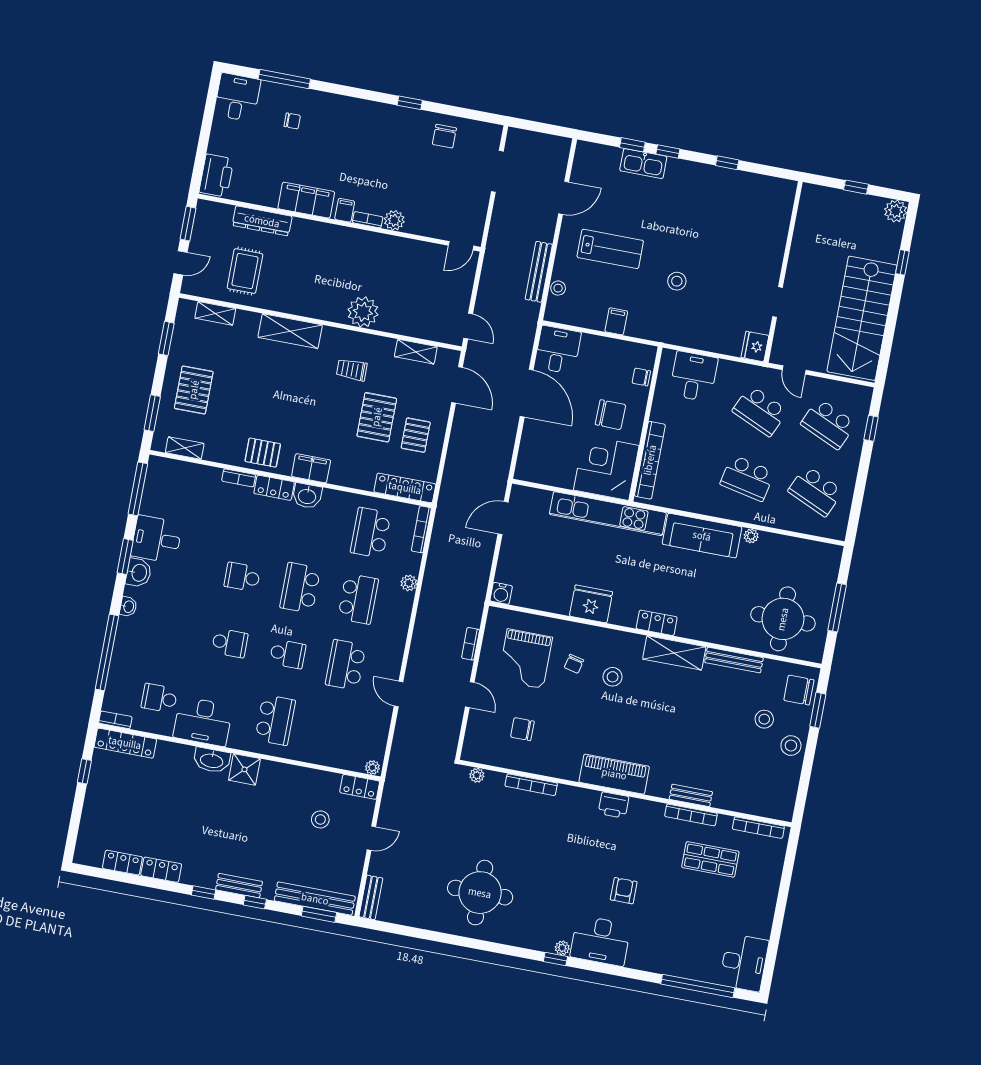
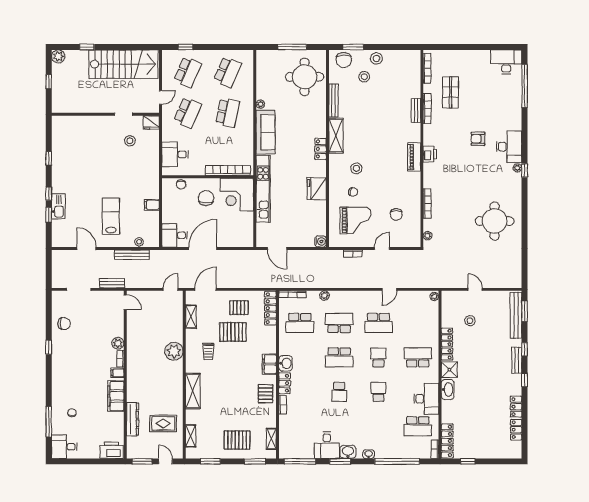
stool: (677, 281) -> (130, 141), moved
school desk: (159, 698) -> (418, 426), width x1.85
piano: (614, 774) -> (414, 157), width x0.73, depth x0.75
locker: (360, 787) -> (447, 344), moved, width x1.53
bench: (371, 897) -> (112, 283), moved

